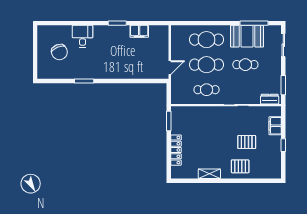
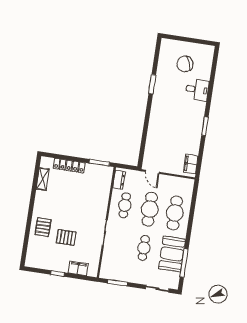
filing cabinet: (139, 31) -> (191, 164), moved
dresser: (270, 99) -> (119, 180), moved
pallet: (247, 142) -> (66, 237), turned 90
shelving: (209, 174) -> (43, 179), moved

